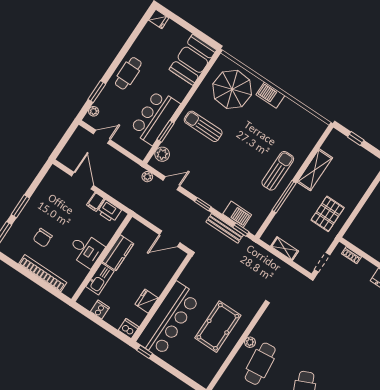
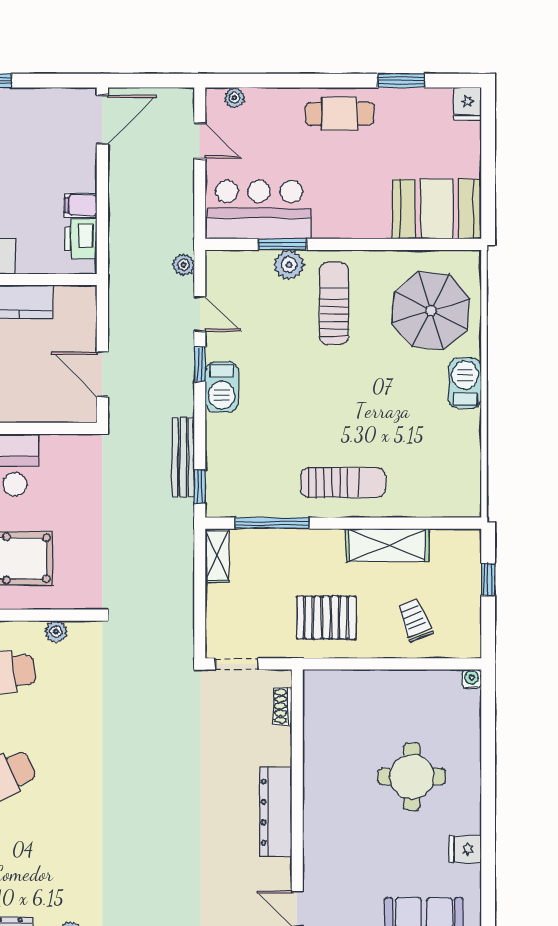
window: (97, 92) -> (401, 81), moved
bar counter: (155, 117) -> (259, 210), moved
plant: (162, 154) -> (289, 265), moved
trolley: (352, 179) -> (415, 620), added
door: (83, 181) -> (102, 120), moved
window: (284, 197) -> (272, 523), moved
window: (203, 204) -> (200, 364), moved
barbecue: (237, 214) -> (222, 387), moved
shelving: (285, 249) -> (217, 556), moved
plant: (250, 342) -> (56, 632), moved

